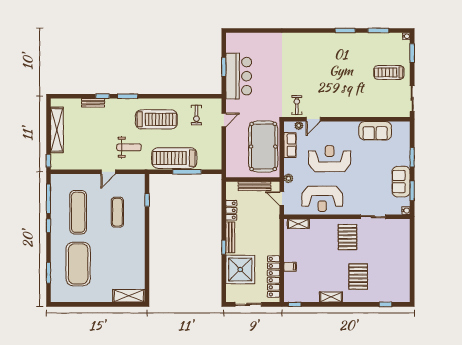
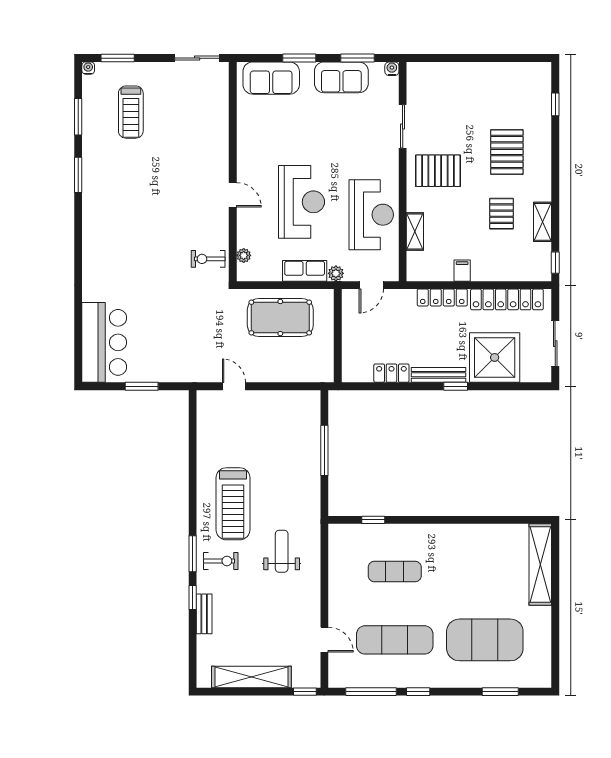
treadmill: (389, 72) -> (131, 112), moved
bar counter: (239, 76) -> (104, 342), moved, turned 90
exercise bike: (196, 115) -> (221, 561), moved
treadmill: (156, 119) -> (233, 504), turned 180
door: (313, 119) -> (233, 195), moved
sofa: (375, 131) -> (271, 78), moved, turned 90
row of seats: (290, 145) -> (305, 271), moved
pool table: (263, 146) -> (280, 318), width x0.73, depth x0.76
treadmill: (174, 158) -> (300, 472), removed
reception desk: (330, 159) -> (301, 202), turned 180
door: (108, 172) -> (324, 640), moved
bench: (254, 186) -> (349, 333), removed
shelving: (298, 224) -> (415, 231), moved
locker: (275, 239) -> (442, 298), added
filing cabinet: (290, 267) -> (462, 271), moved
pallet: (323, 273) -> (501, 214), added
pallet: (358, 277) -> (507, 152), turned 90
shelving: (129, 296) -> (540, 564), width x1.47
shelving: (331, 297) -> (543, 222), moved

